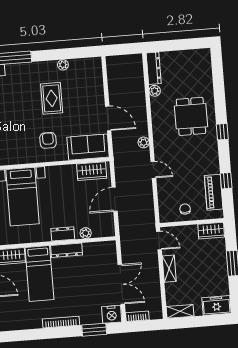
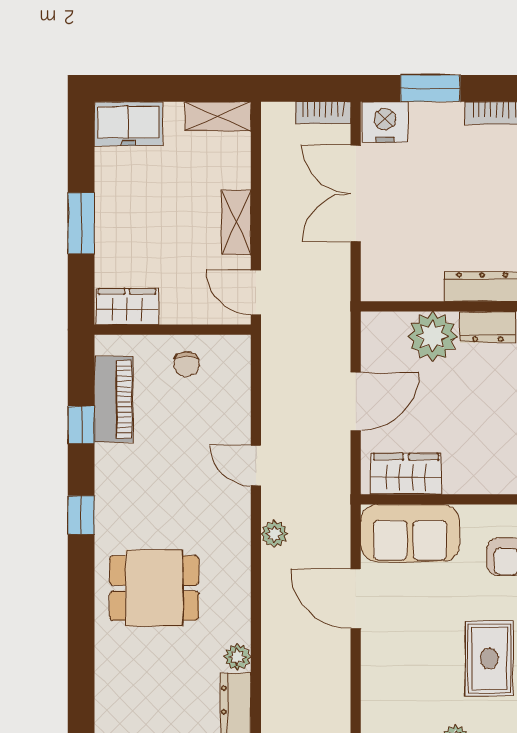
dining table: (191, 116) -> (154, 588), turned 90
window: (222, 132) -> (81, 515), moved
plant: (86, 233) -> (433, 336), width x1.88, depth x1.88

